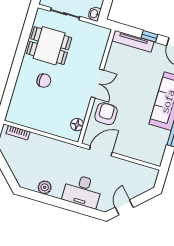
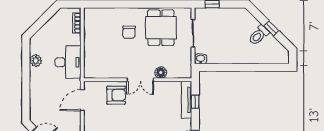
window: (149, 36) -> (195, 102), moved
floor lamp: (77, 125) -> (161, 73), moved
door: (101, 151) -> (82, 100), swing flipped
desk: (82, 191) -> (68, 62), moved, turned 180

